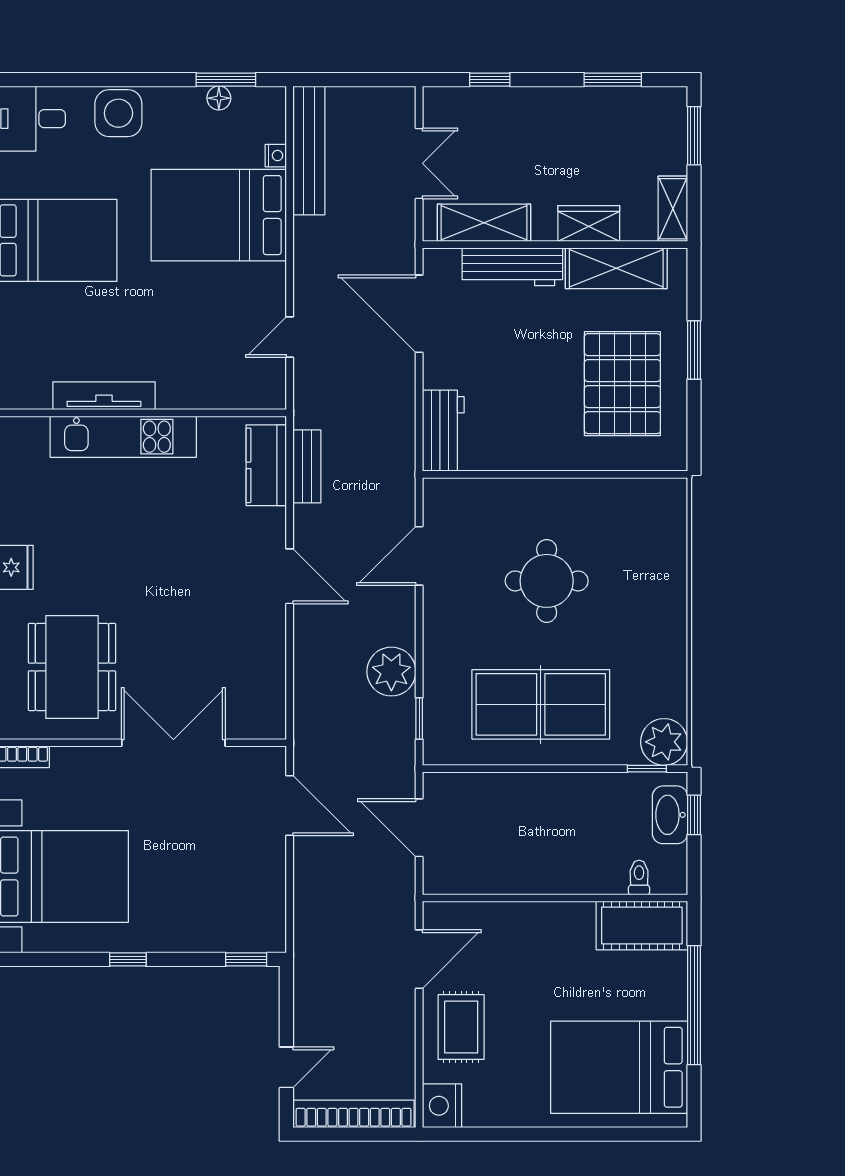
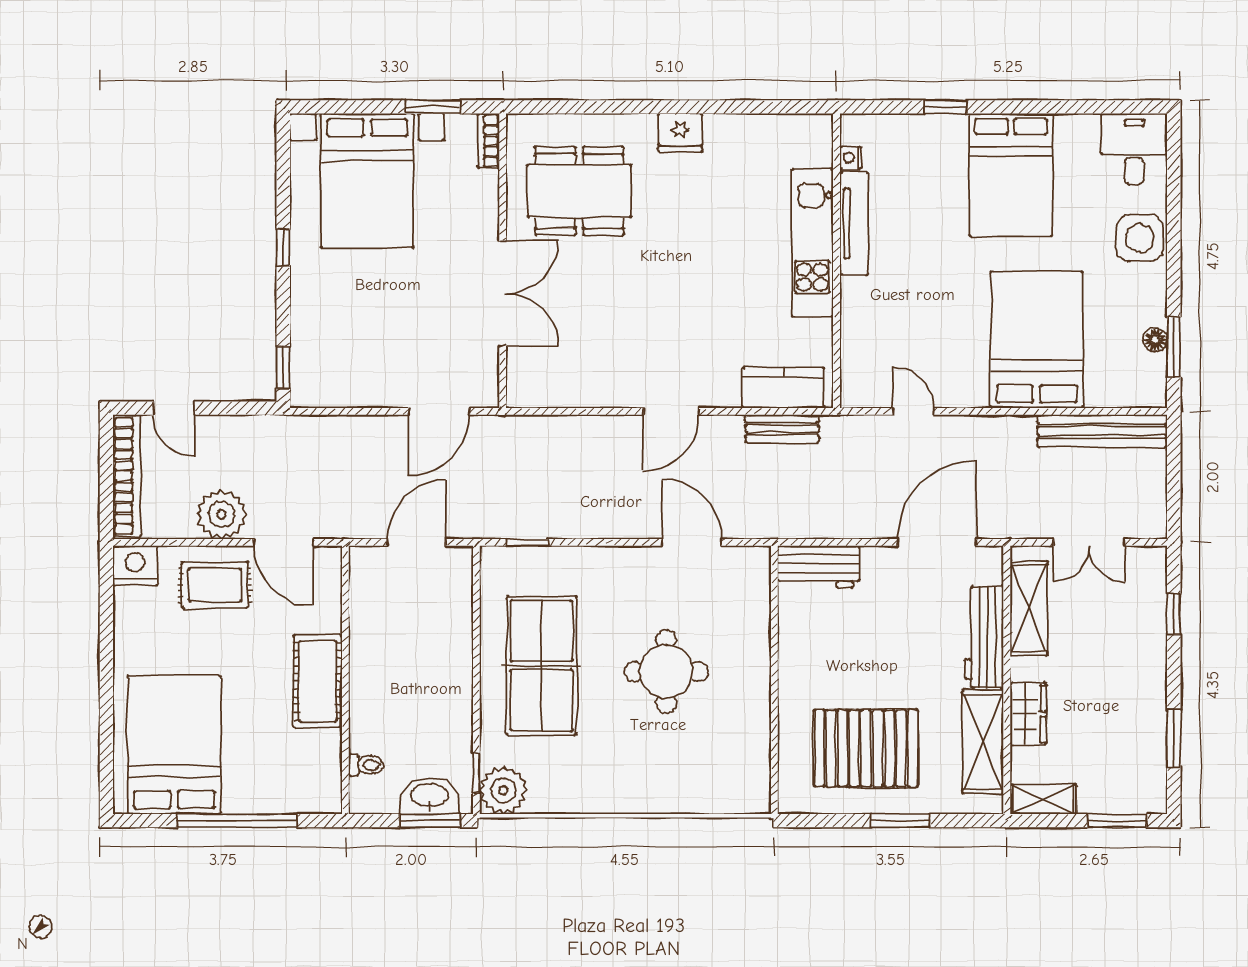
nightstand: (276, 156) -> (851, 158), moved, turned 90
plant: (391, 672) -> (221, 514), moved
window: (694, 815) -> (430, 821), width x1.50
cot: (642, 926) -> (318, 681), moved

